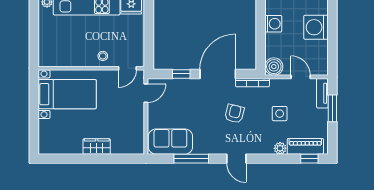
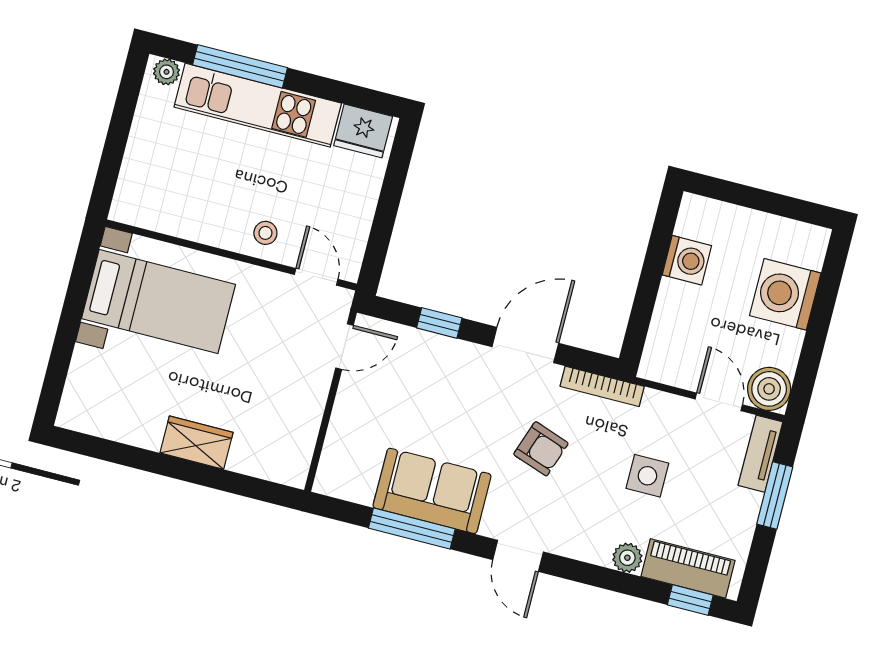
boiler: (274, 67) -> (769, 389), moved
door: (127, 68) -> (316, 277), swing flipped
door: (218, 74) -> (525, 345), width x0.73
armchair: (235, 114) -> (541, 449), turned 95
sofa: (170, 142) -> (432, 491), moved

